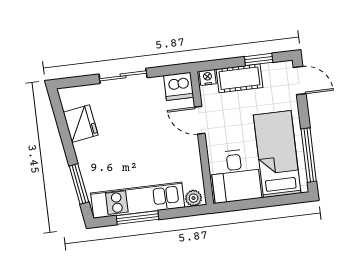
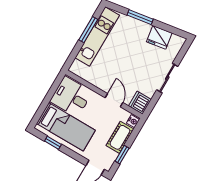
door: (200, 120) -> (114, 100), hinge flipped
window: (309, 155) -> (53, 143), width x0.46
window: (79, 184) -> (140, 17), moved
plant: (194, 198) -> (76, 66), removed

